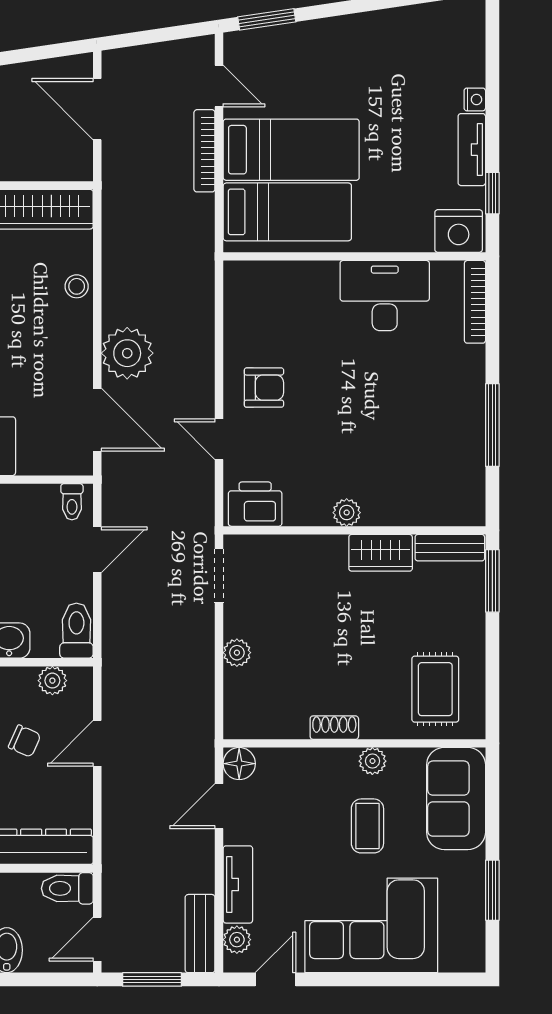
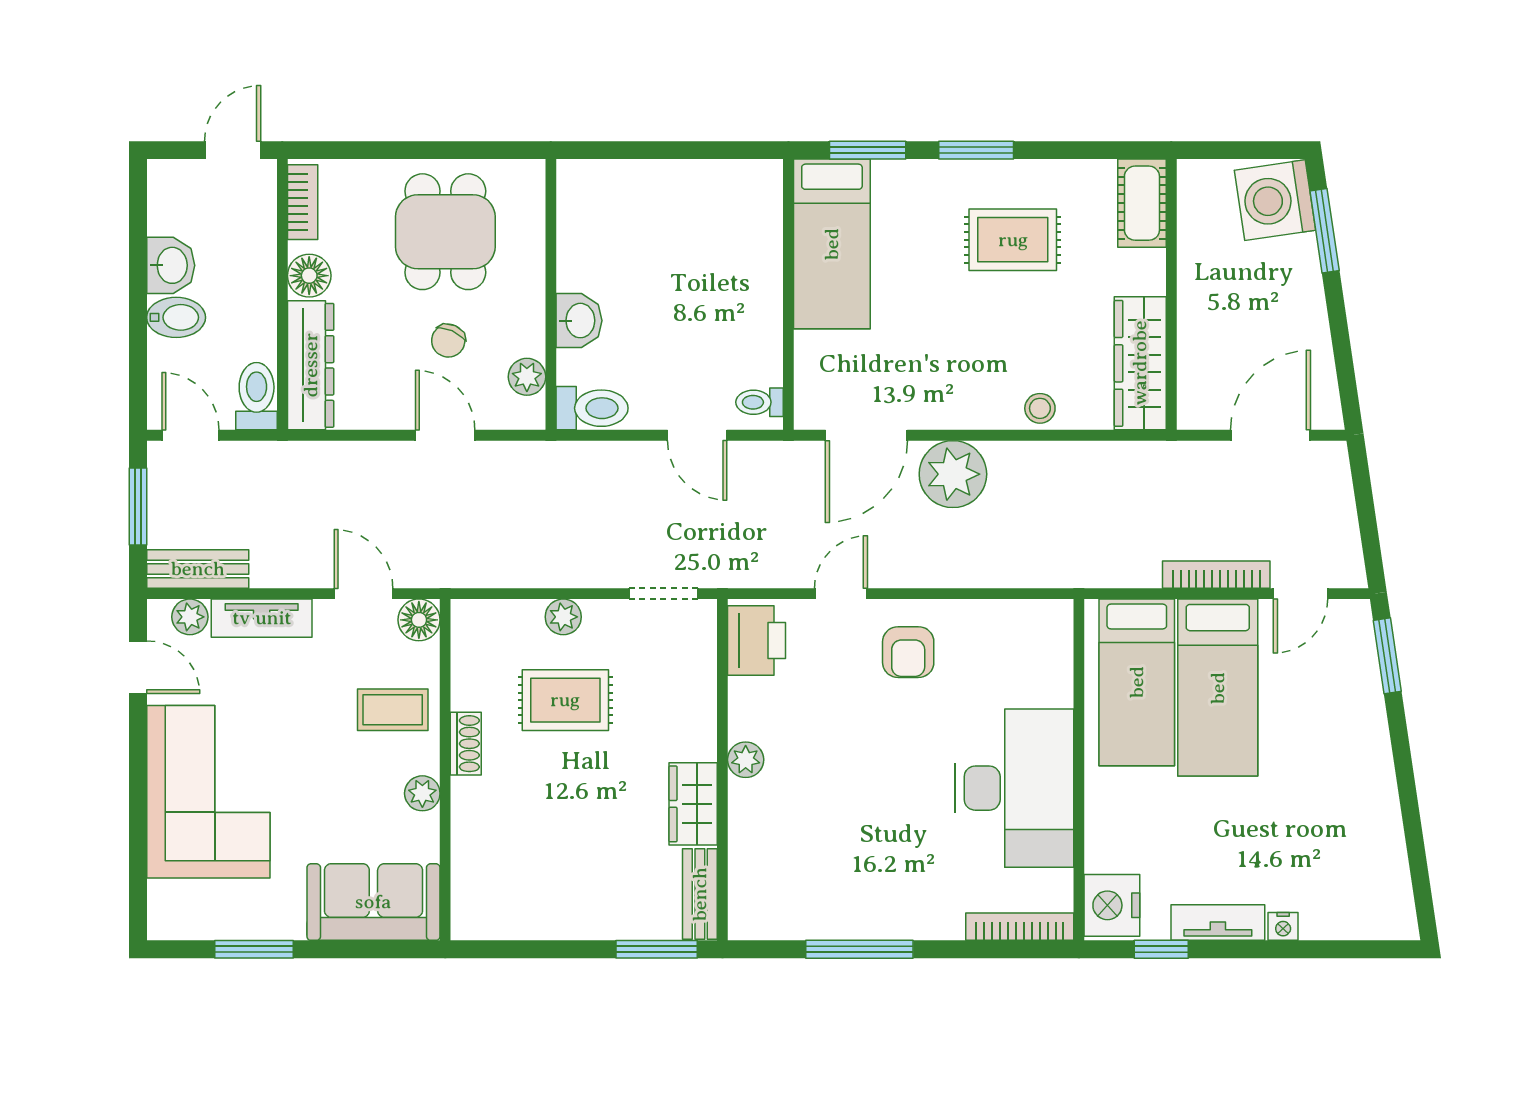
desk: (385, 296) -> (1014, 788), width x1.36, depth x1.30
rug: (435, 689) -> (565, 700), moved
coffee table: (367, 826) -> (393, 710), moved

